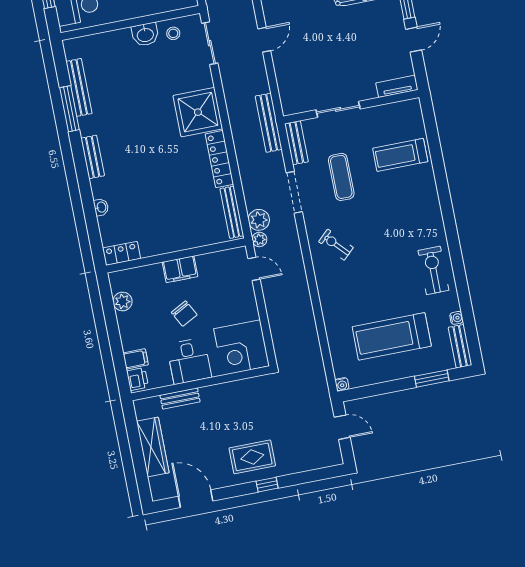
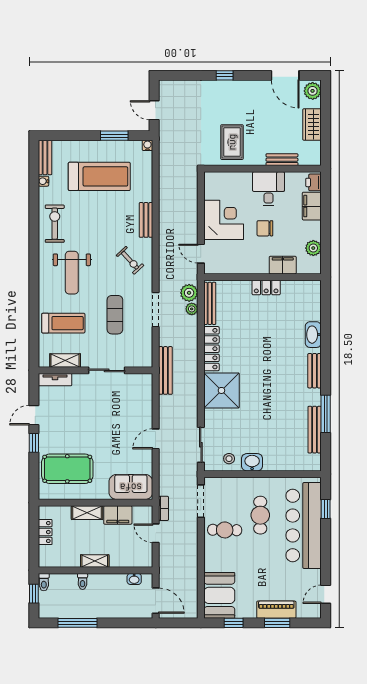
shelving: (390, 111) -> (65, 360), added
bench: (296, 143) -> (146, 220), moved
washbasin: (101, 207) -> (313, 335), width x1.91, depth x1.45
weight bench: (402, 216) -> (72, 273), added
plant: (259, 239) -> (192, 309), moved
locker: (122, 253) -> (266, 287), moved
filing cabinet: (180, 269) -> (283, 265), moved
exercise bike: (433, 270) -> (55, 224), turned 180
chair: (184, 314) -> (265, 228), turned -62
corner desk: (242, 347) -> (224, 220), moved
filing cabinet: (136, 359) -> (312, 206), width x2.00
window: (432, 379) -> (114, 136), moved
wardrobe: (153, 447) -> (312, 124), width x0.67
rug: (252, 457) -> (232, 142), moved, turned 90
plant: (160, 487) -> (313, 91), added

